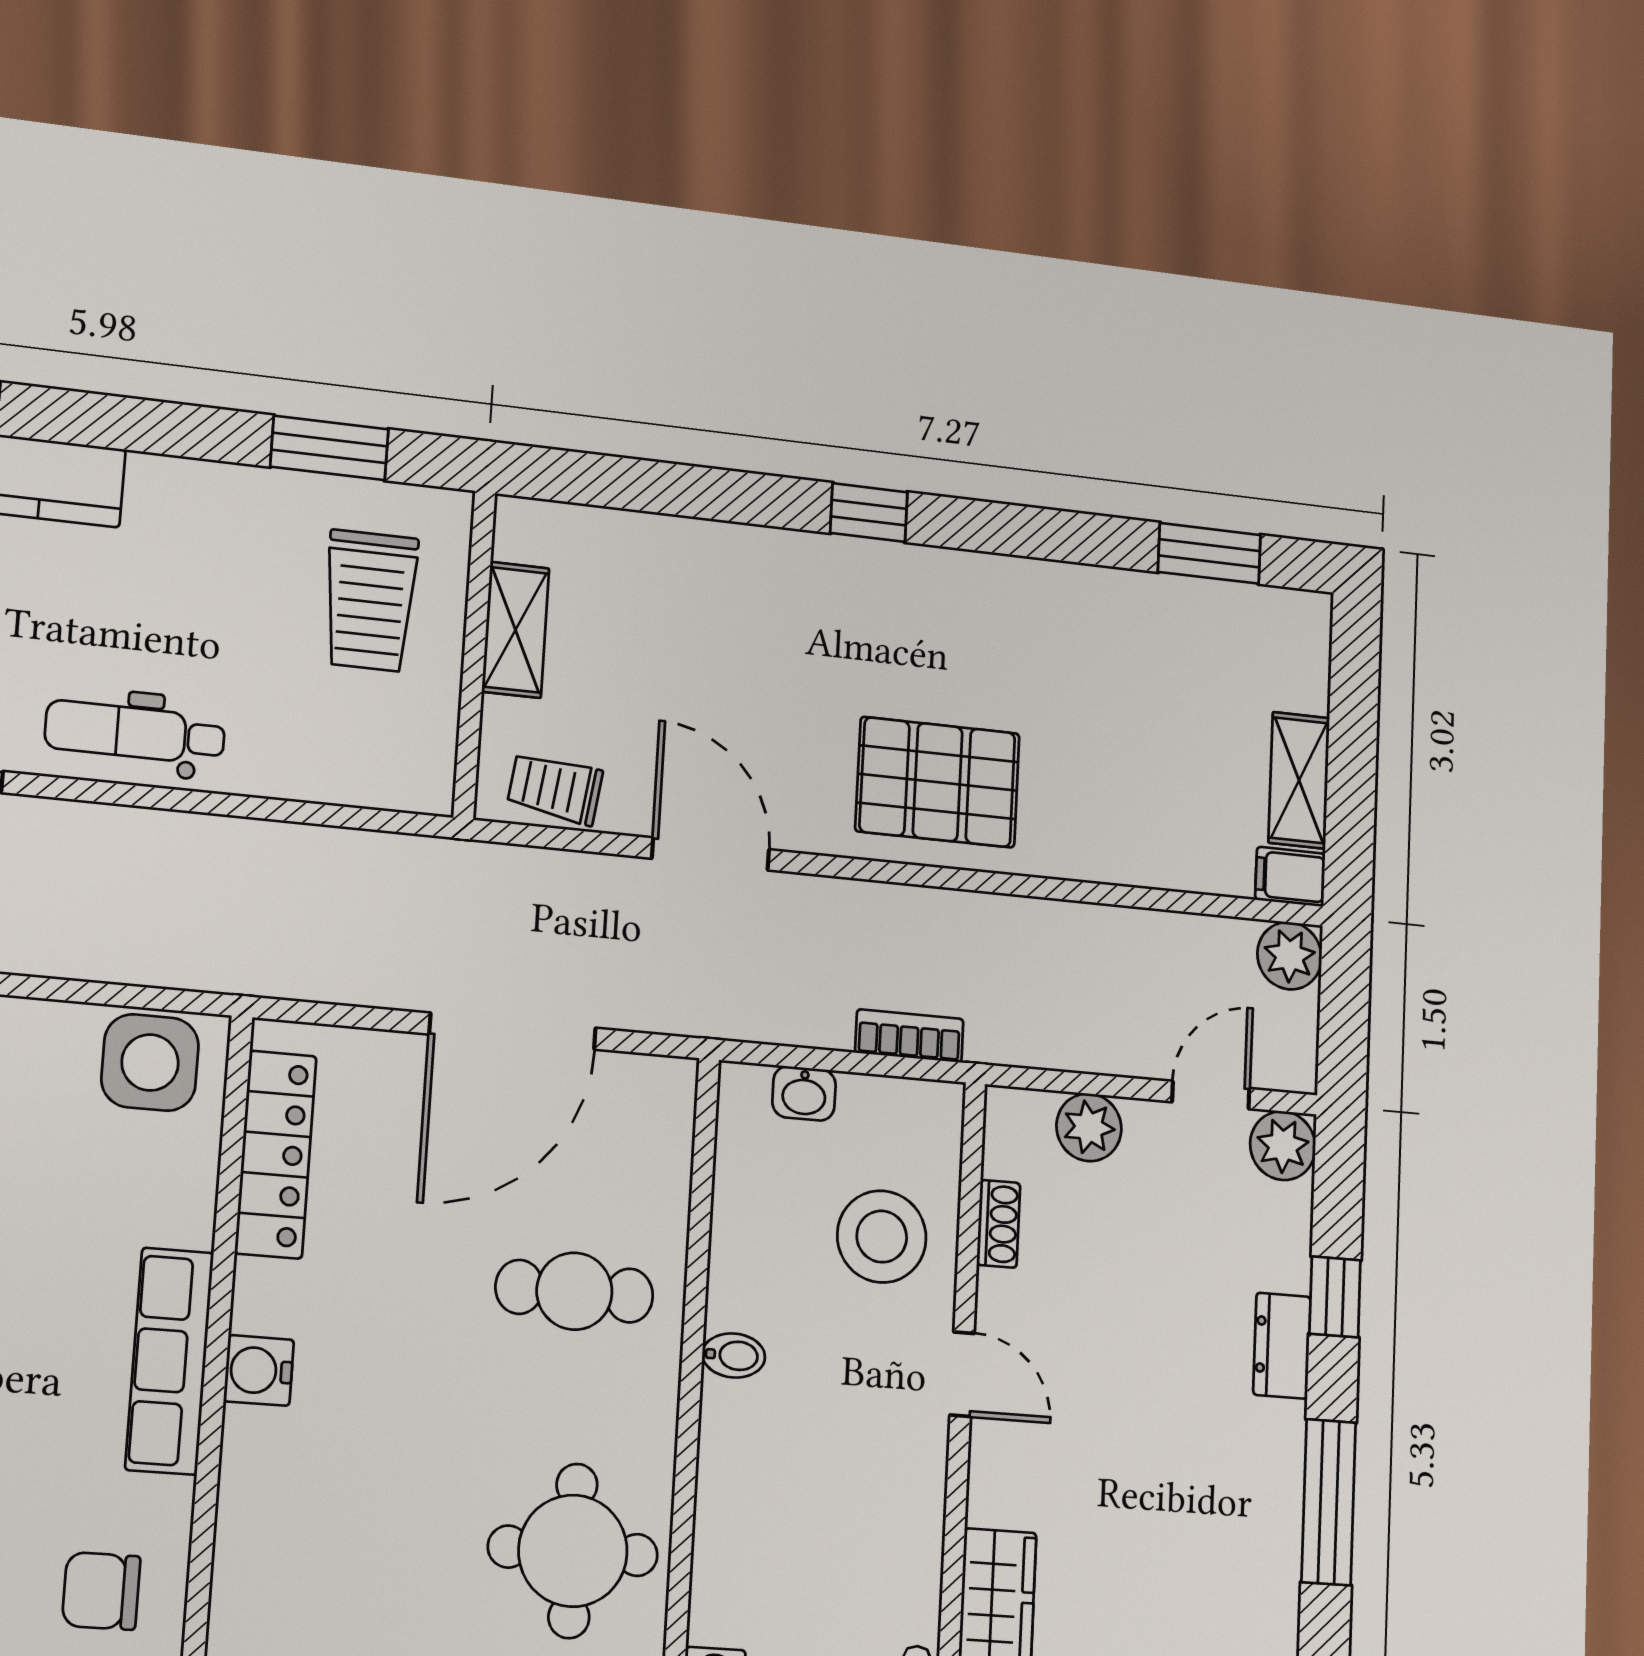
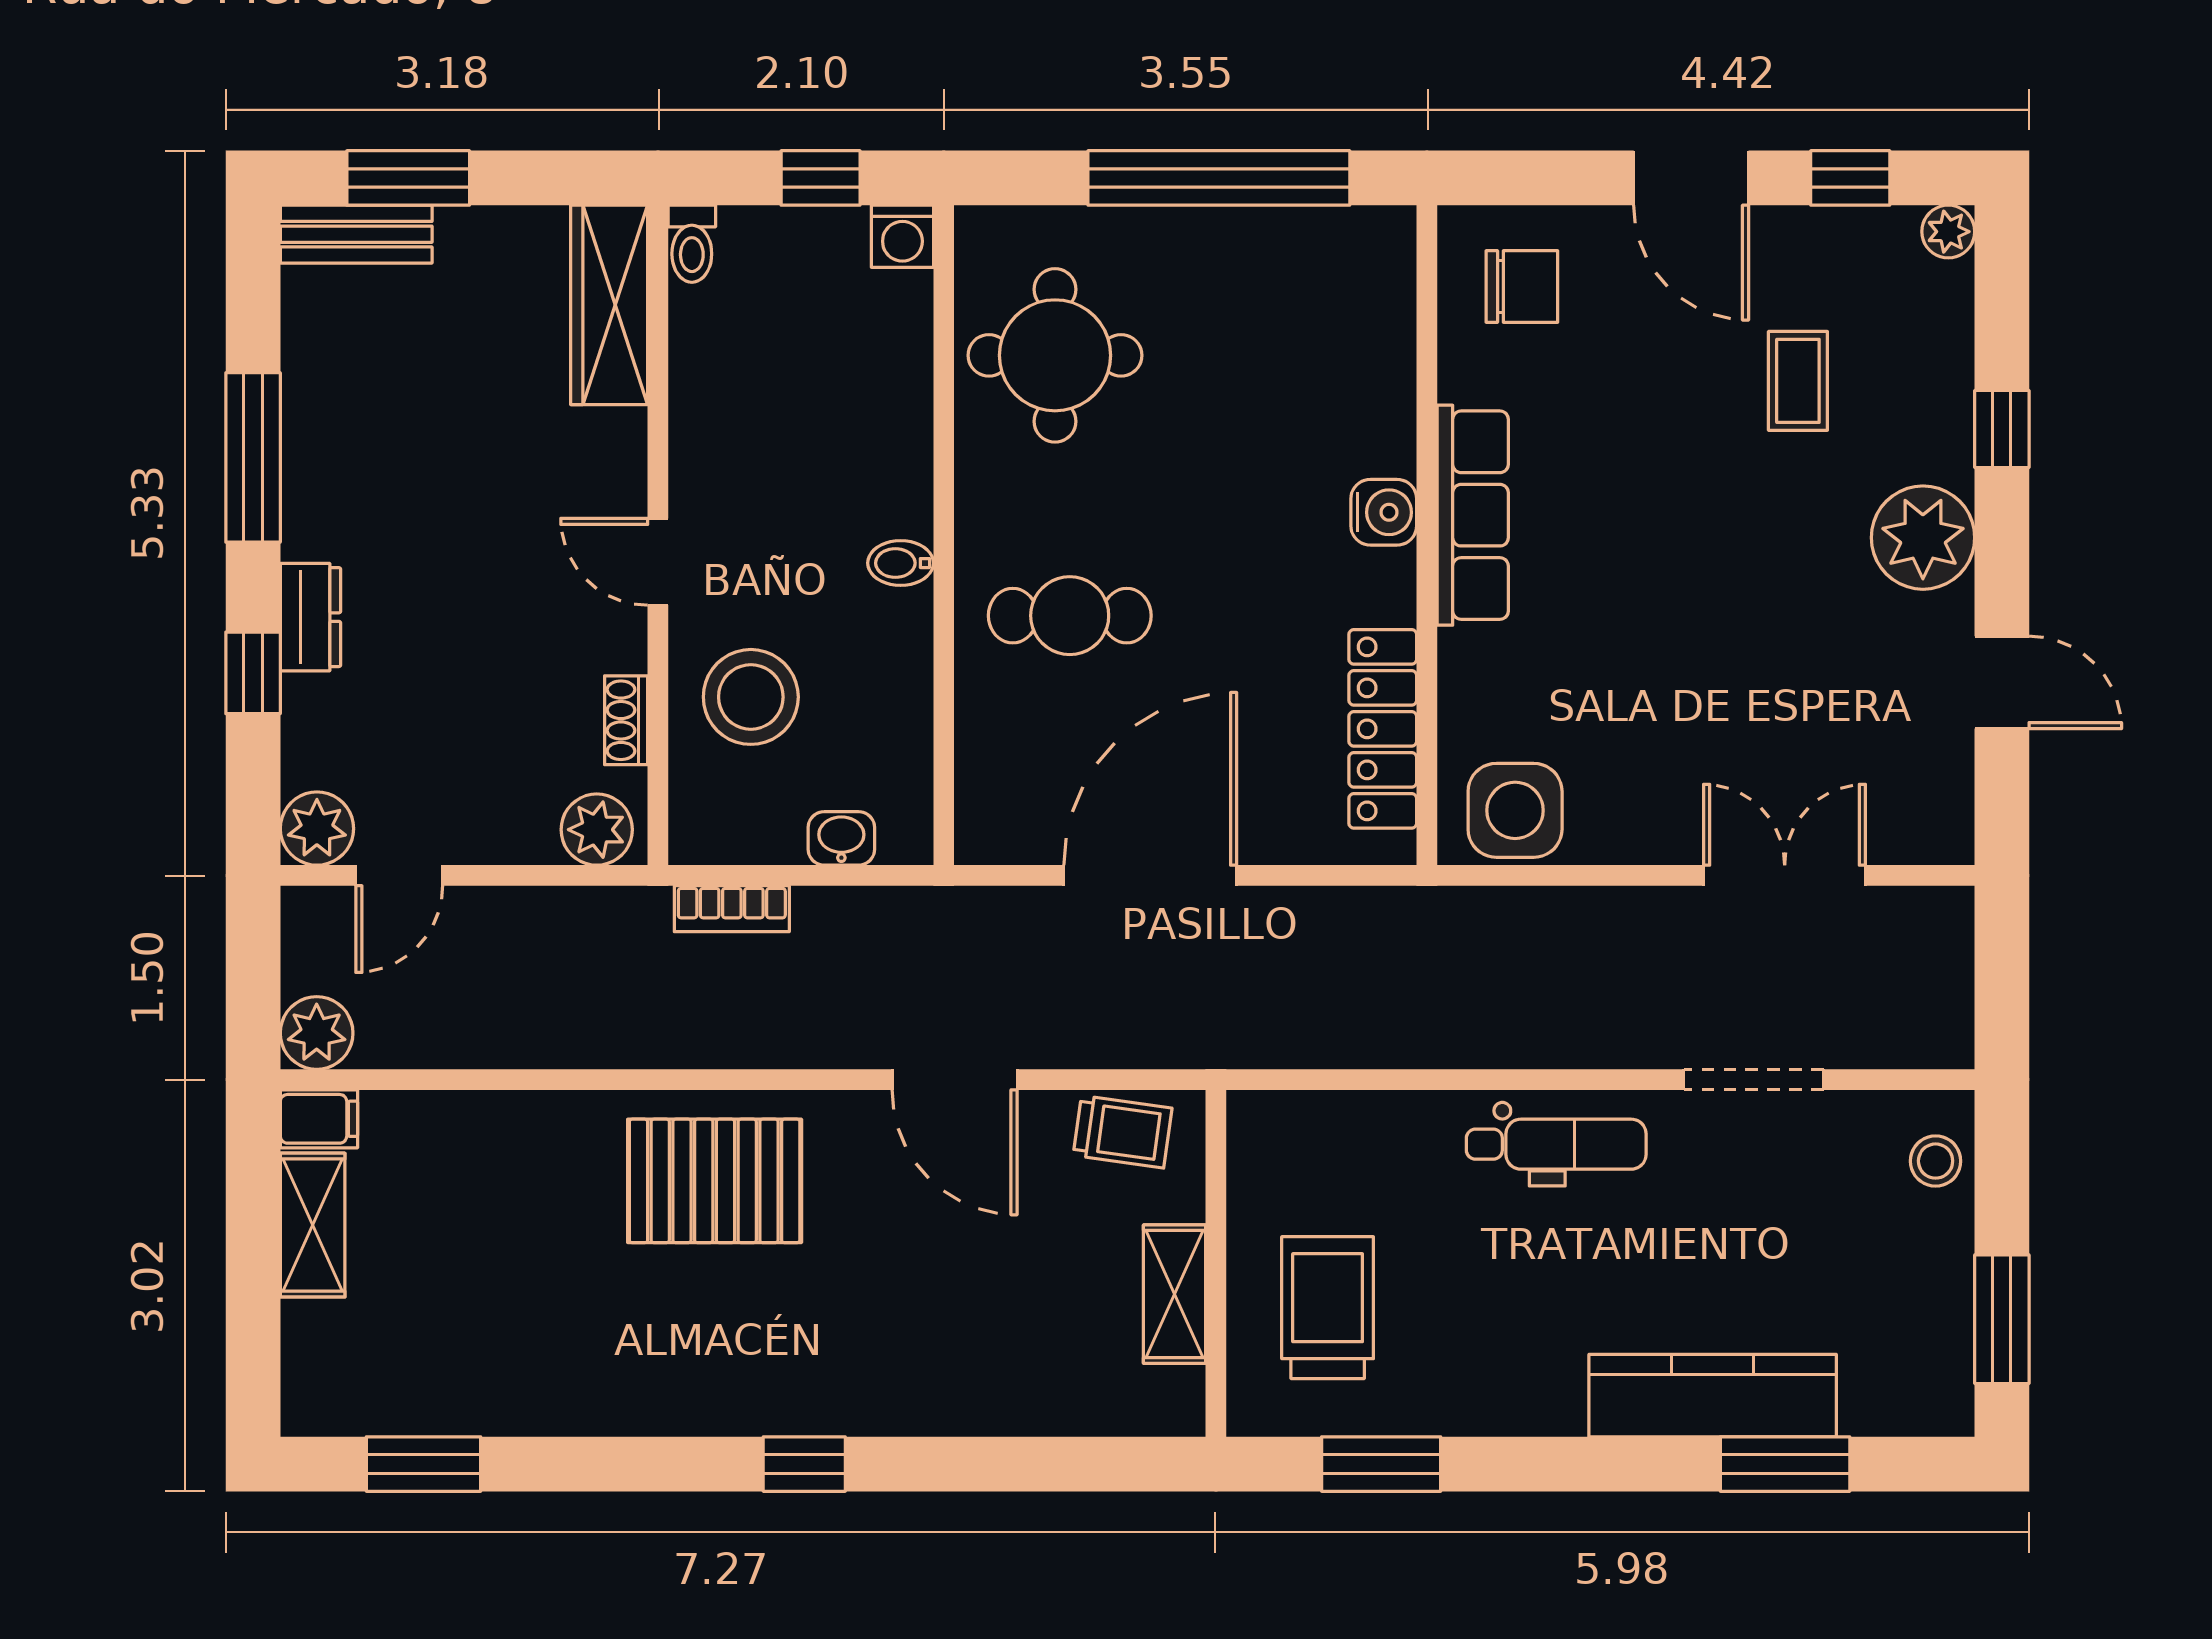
plant: (1089, 1127) -> (597, 830), moved

